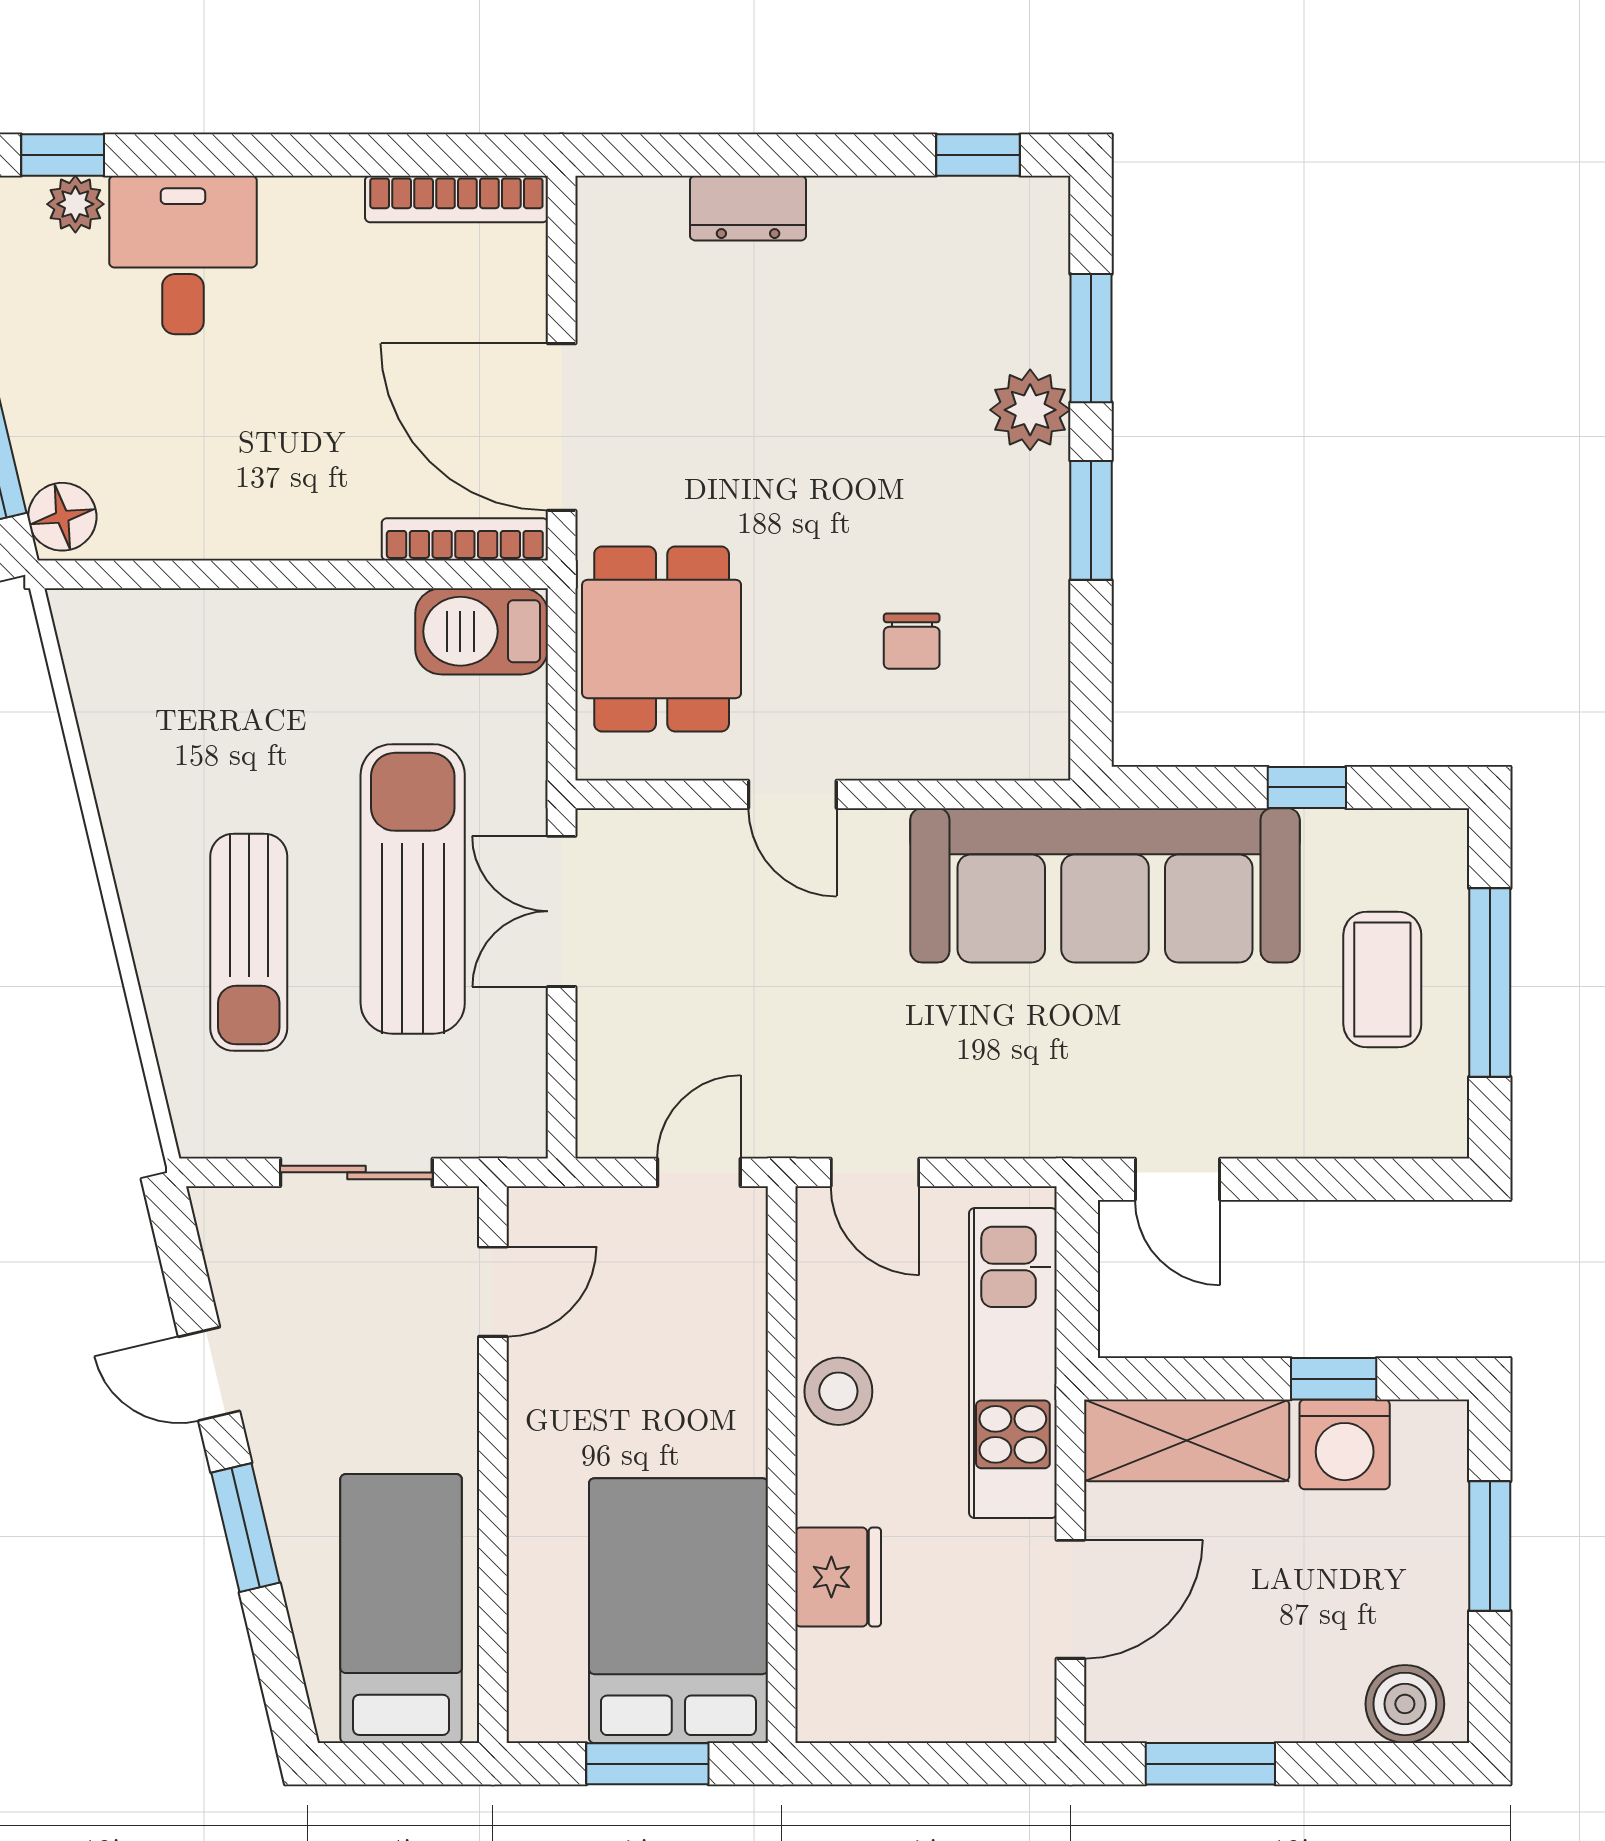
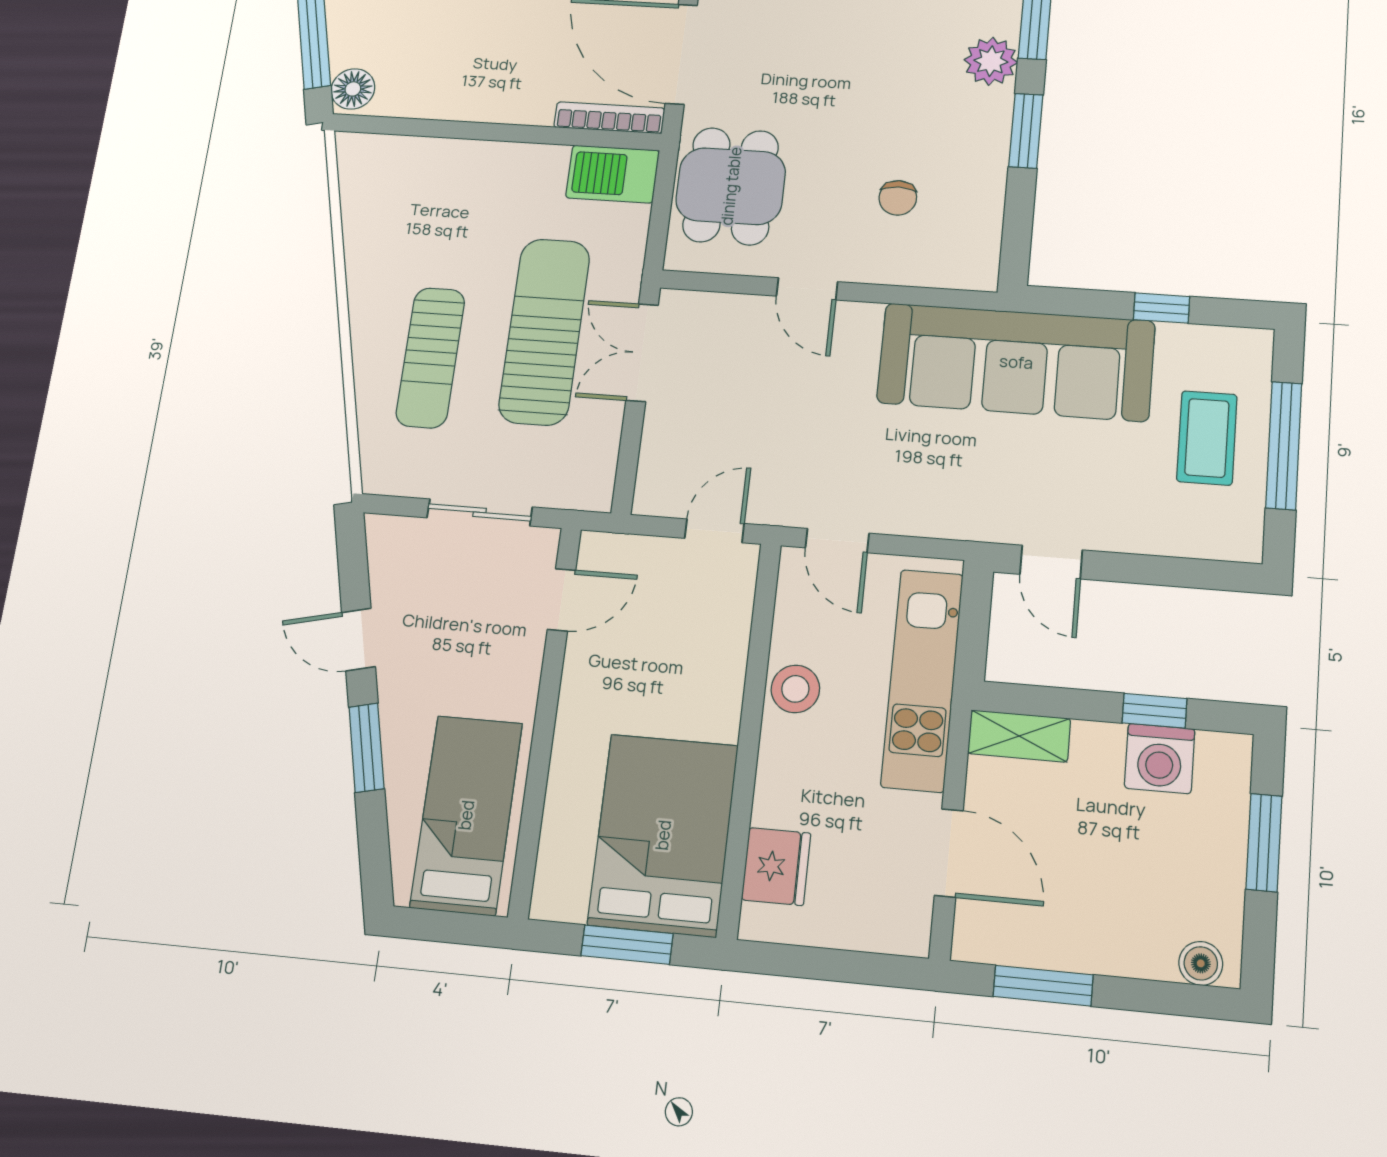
shelving: (1187, 1440) -> (1019, 736), width x0.67, depth x0.75
fridge: (838, 1577) -> (776, 866), moved
door: (1070, 1599) -> (949, 853), hinge flipped
boiler: (1405, 1704) -> (1201, 963), width x0.73, depth x0.73

